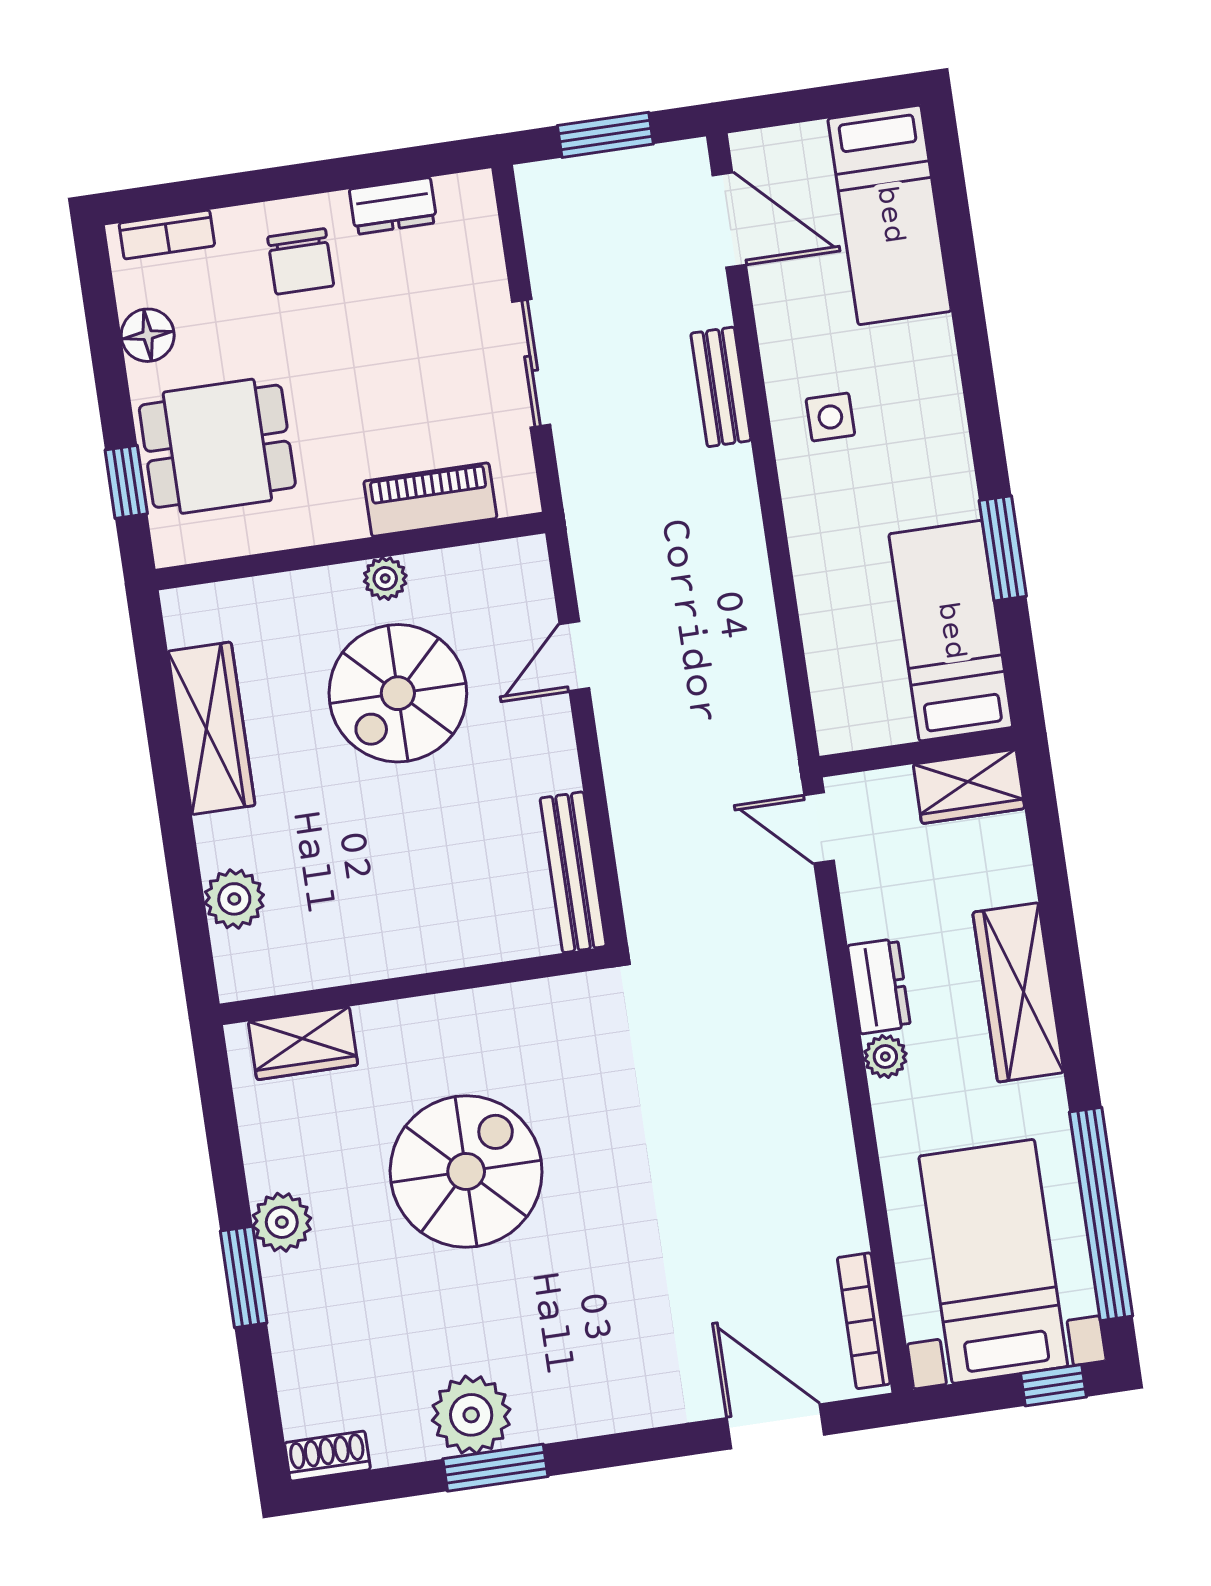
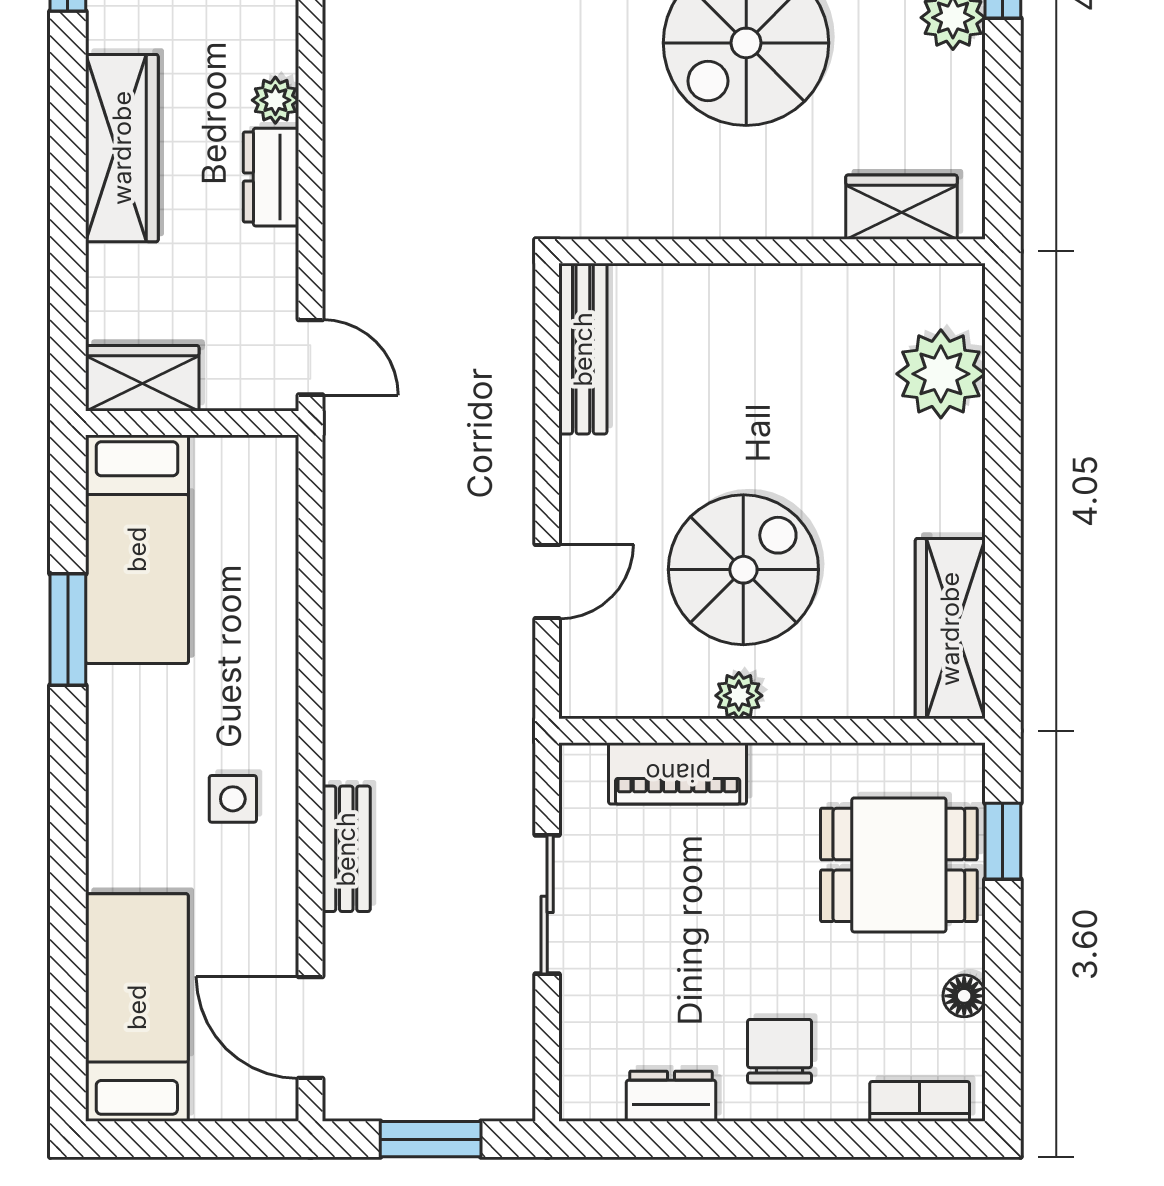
floor lamp: (148, 335) -> (964, 996), width x0.73, depth x0.73
wardrobe: (211, 728) -> (950, 629), moved
plant: (234, 899) -> (941, 374), width x1.36, depth x1.36

